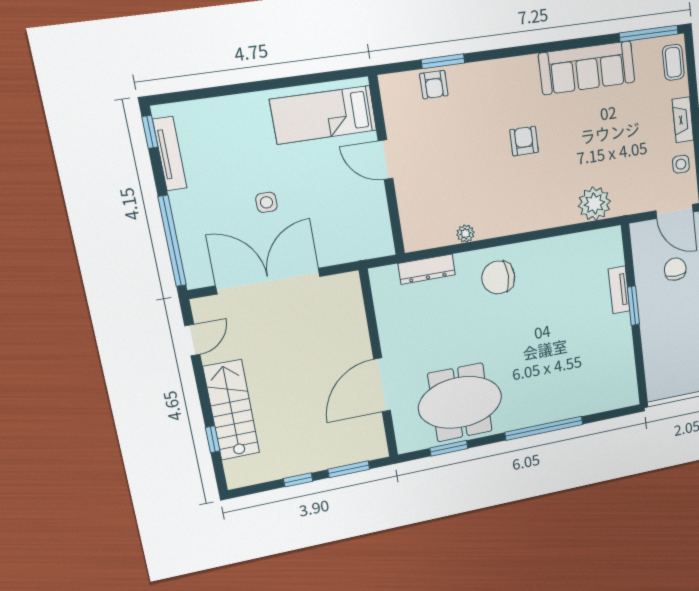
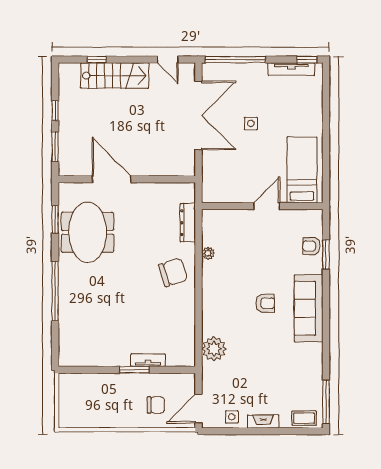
sofa: (587, 68) -> (309, 308), moved
chair: (498, 277) -> (173, 272), turned 72

